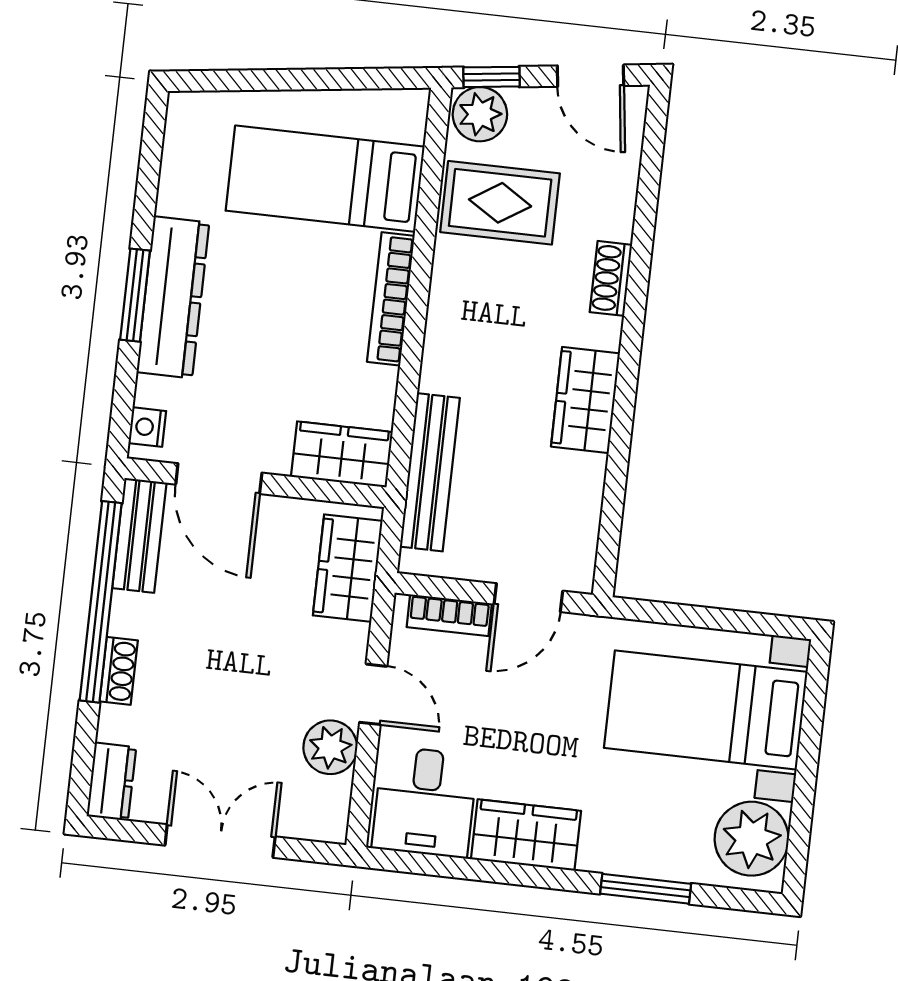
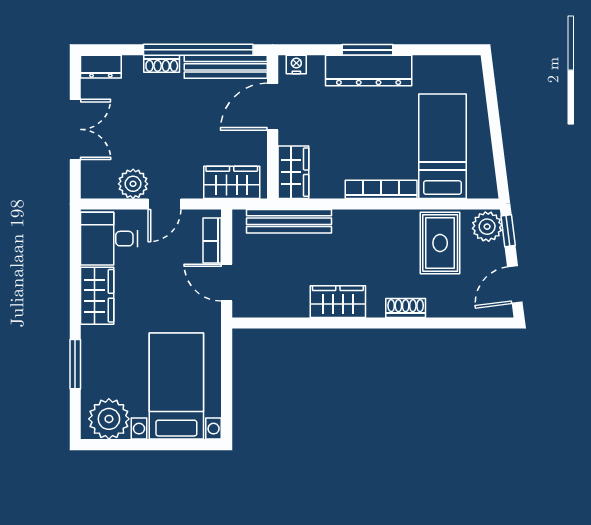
bench: (139, 535) -> (226, 67), width x1.36

